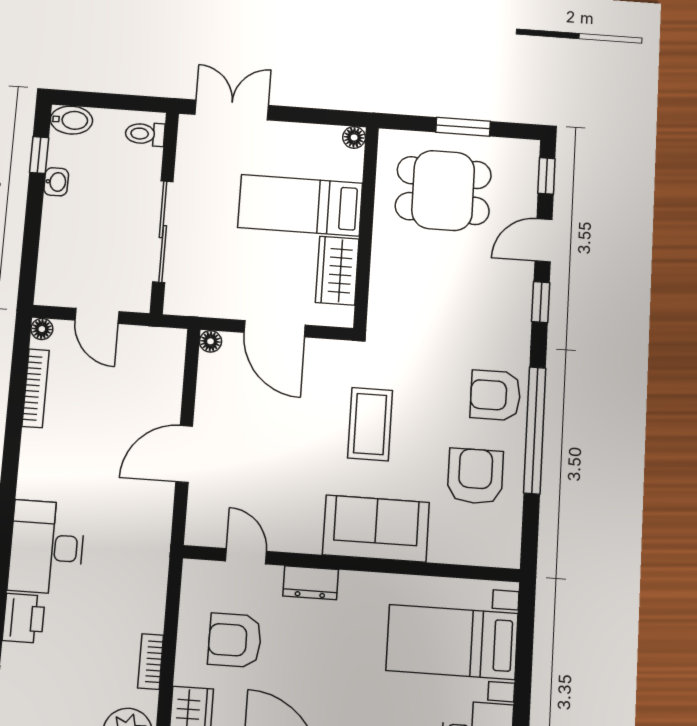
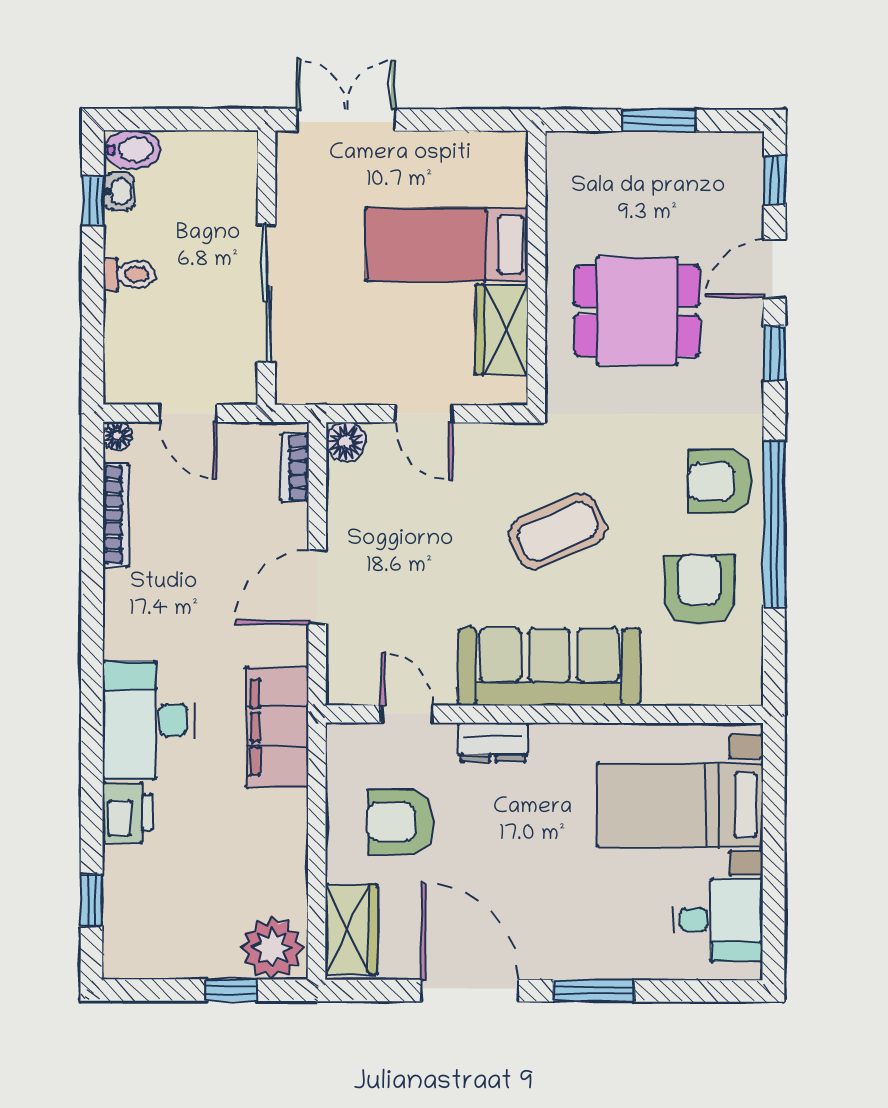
toilet: (145, 134) -> (129, 274), moved, turned 180
floor lamp: (354, 137) -> (513, 146), removed
washbasin: (56, 182) -> (119, 191), moved
dining table: (443, 191) -> (637, 311), moved
door: (275, 329) -> (424, 414), width x0.73
floor lamp: (210, 341) -> (346, 442), width x1.37, depth x1.37
coffee table: (370, 424) -> (558, 531), turned 66
sofa: (376, 529) -> (549, 667), width x1.36
filing cabinet: (145, 560) -> (277, 727), added
bookcase: (151, 662) -> (295, 468), moved

